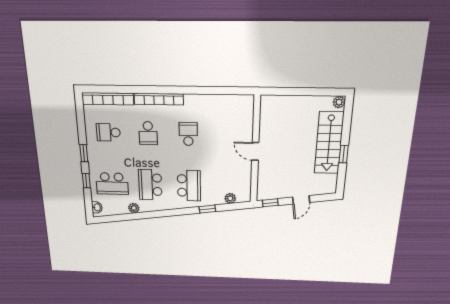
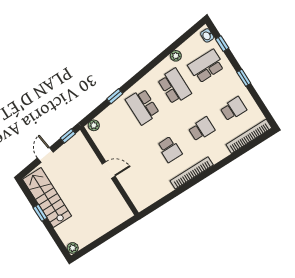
bookcase: (159, 99) -> (192, 173), moved
school desk: (148, 133) -> (202, 129), turned 90
stairs: (329, 143) -> (47, 198), moved
window: (86, 181) -> (222, 44), moved
plant: (230, 198) -> (94, 125), moved

